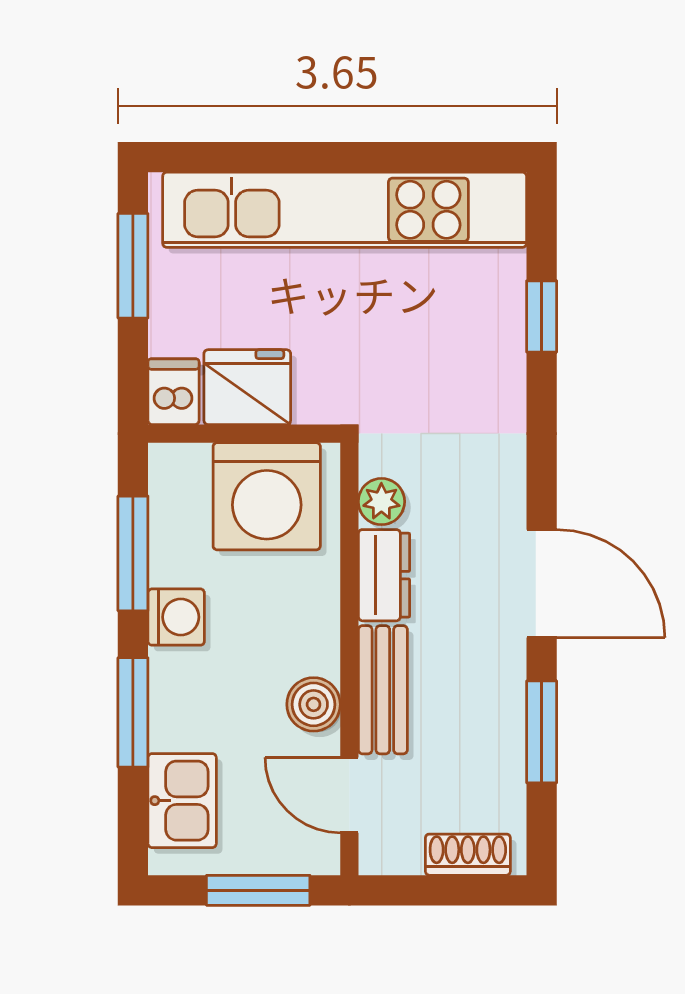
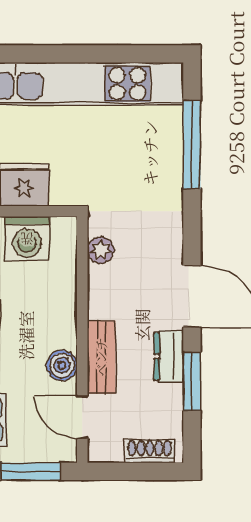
window: (542, 316) -> (192, 145), width x2.17
washing machine: (267, 496) -> (27, 239), width x0.73, depth x0.73
dresser: (384, 575) -> (169, 356), moved, turned 180

